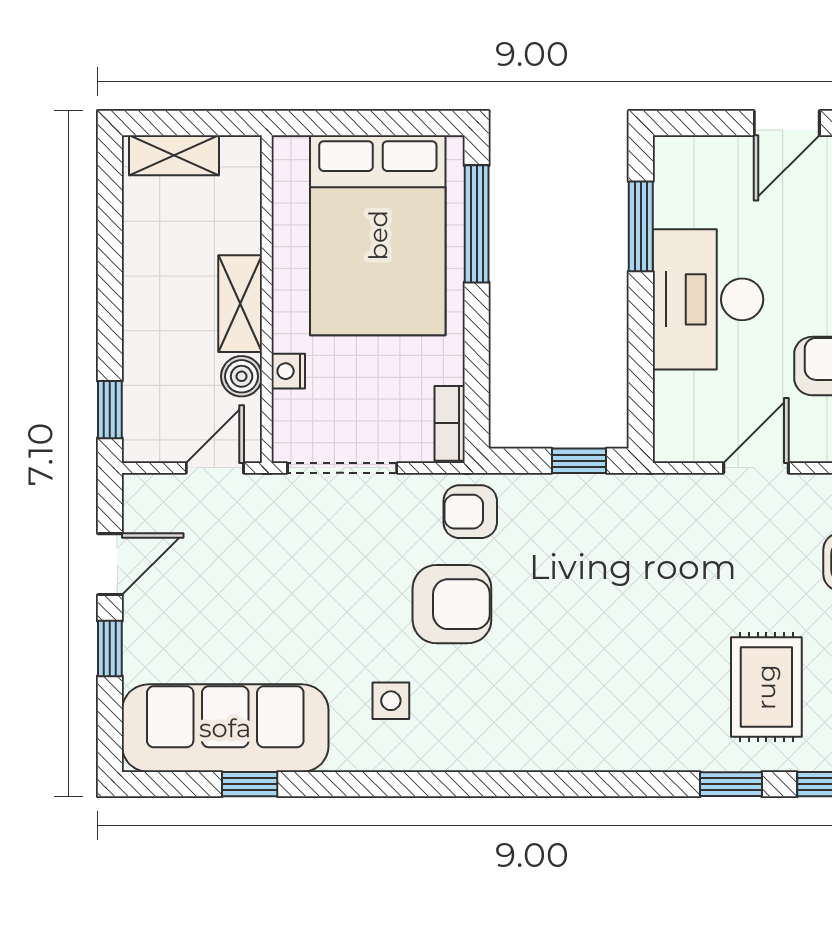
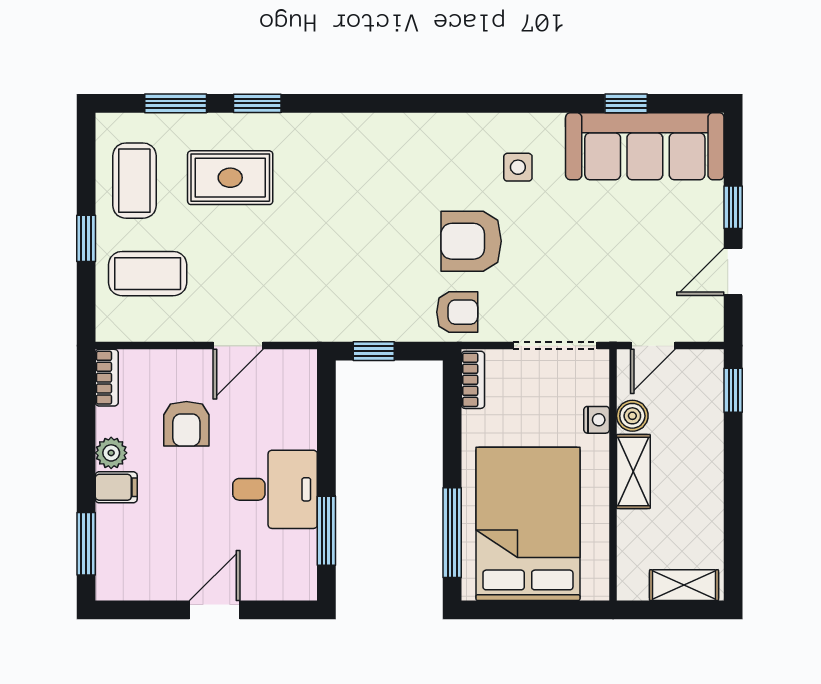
desk: (708, 299) -> (275, 489), width x0.73
rug: (766, 687) -> (230, 178), turned 90

